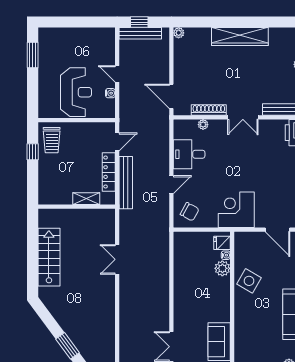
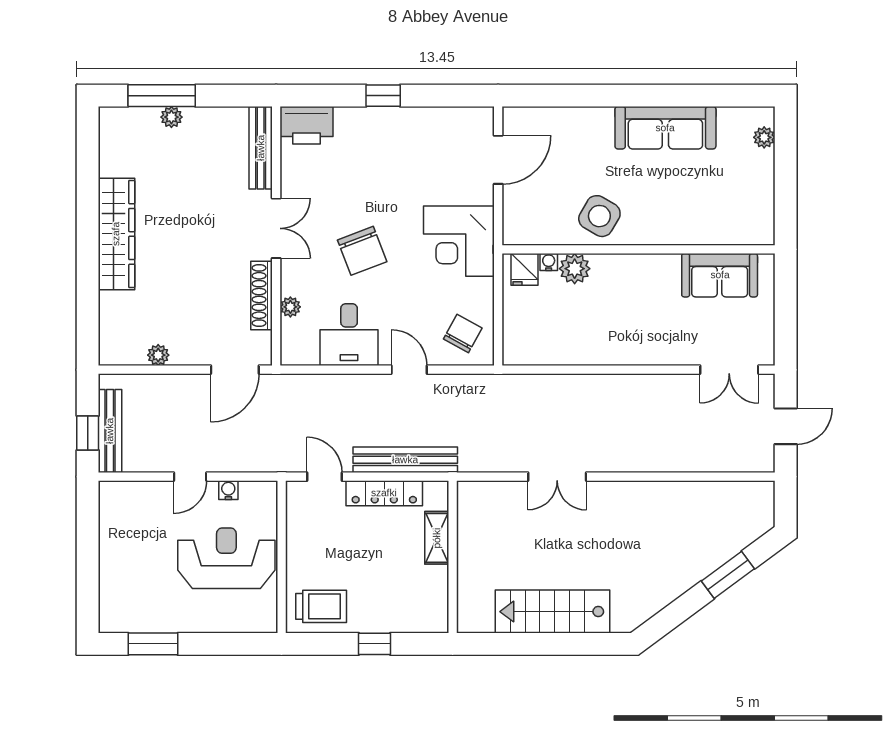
plant: (179, 33) -> (158, 355), moved
window: (33, 152) -> (375, 644), moved
chair: (231, 161) -> (362, 251), added

